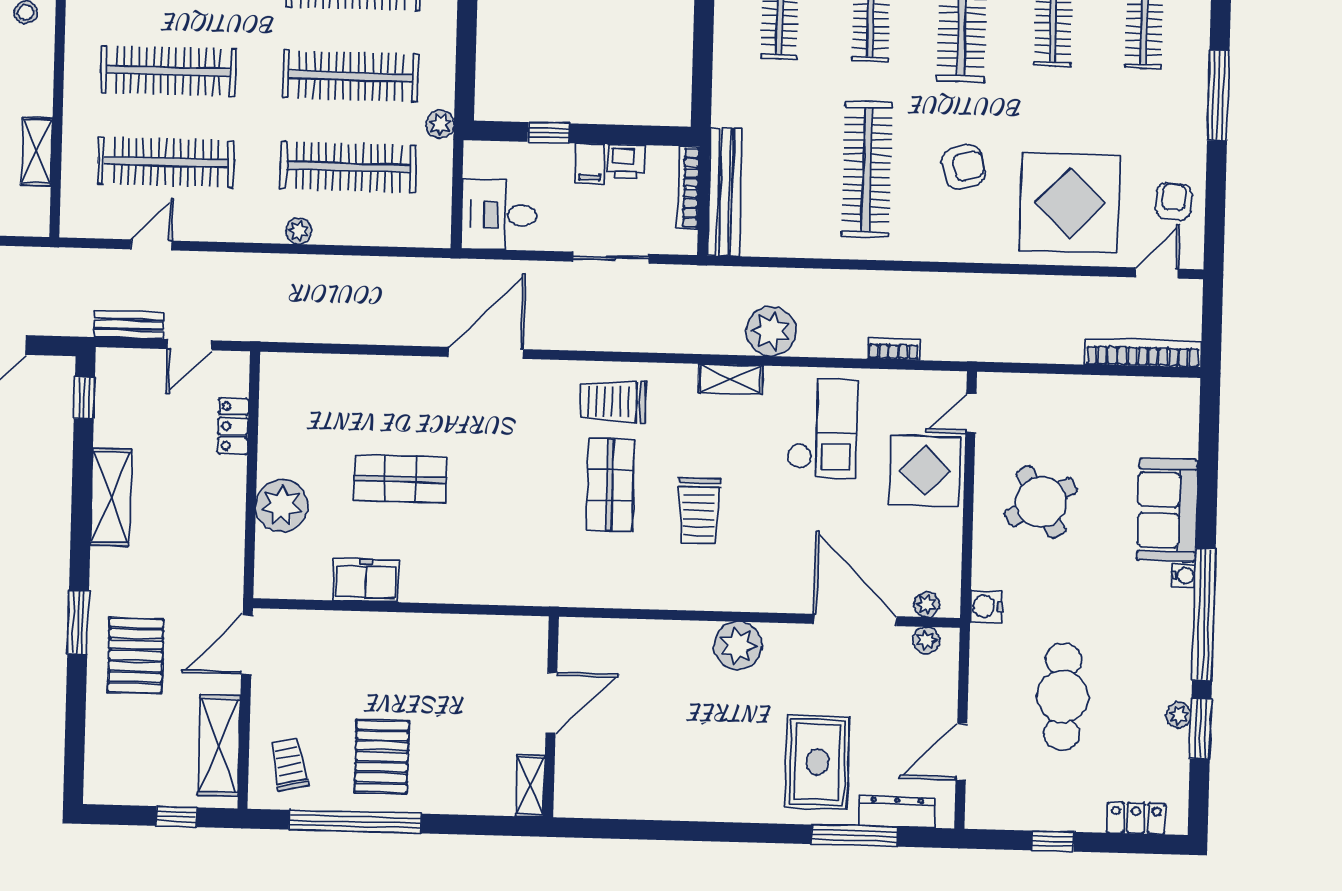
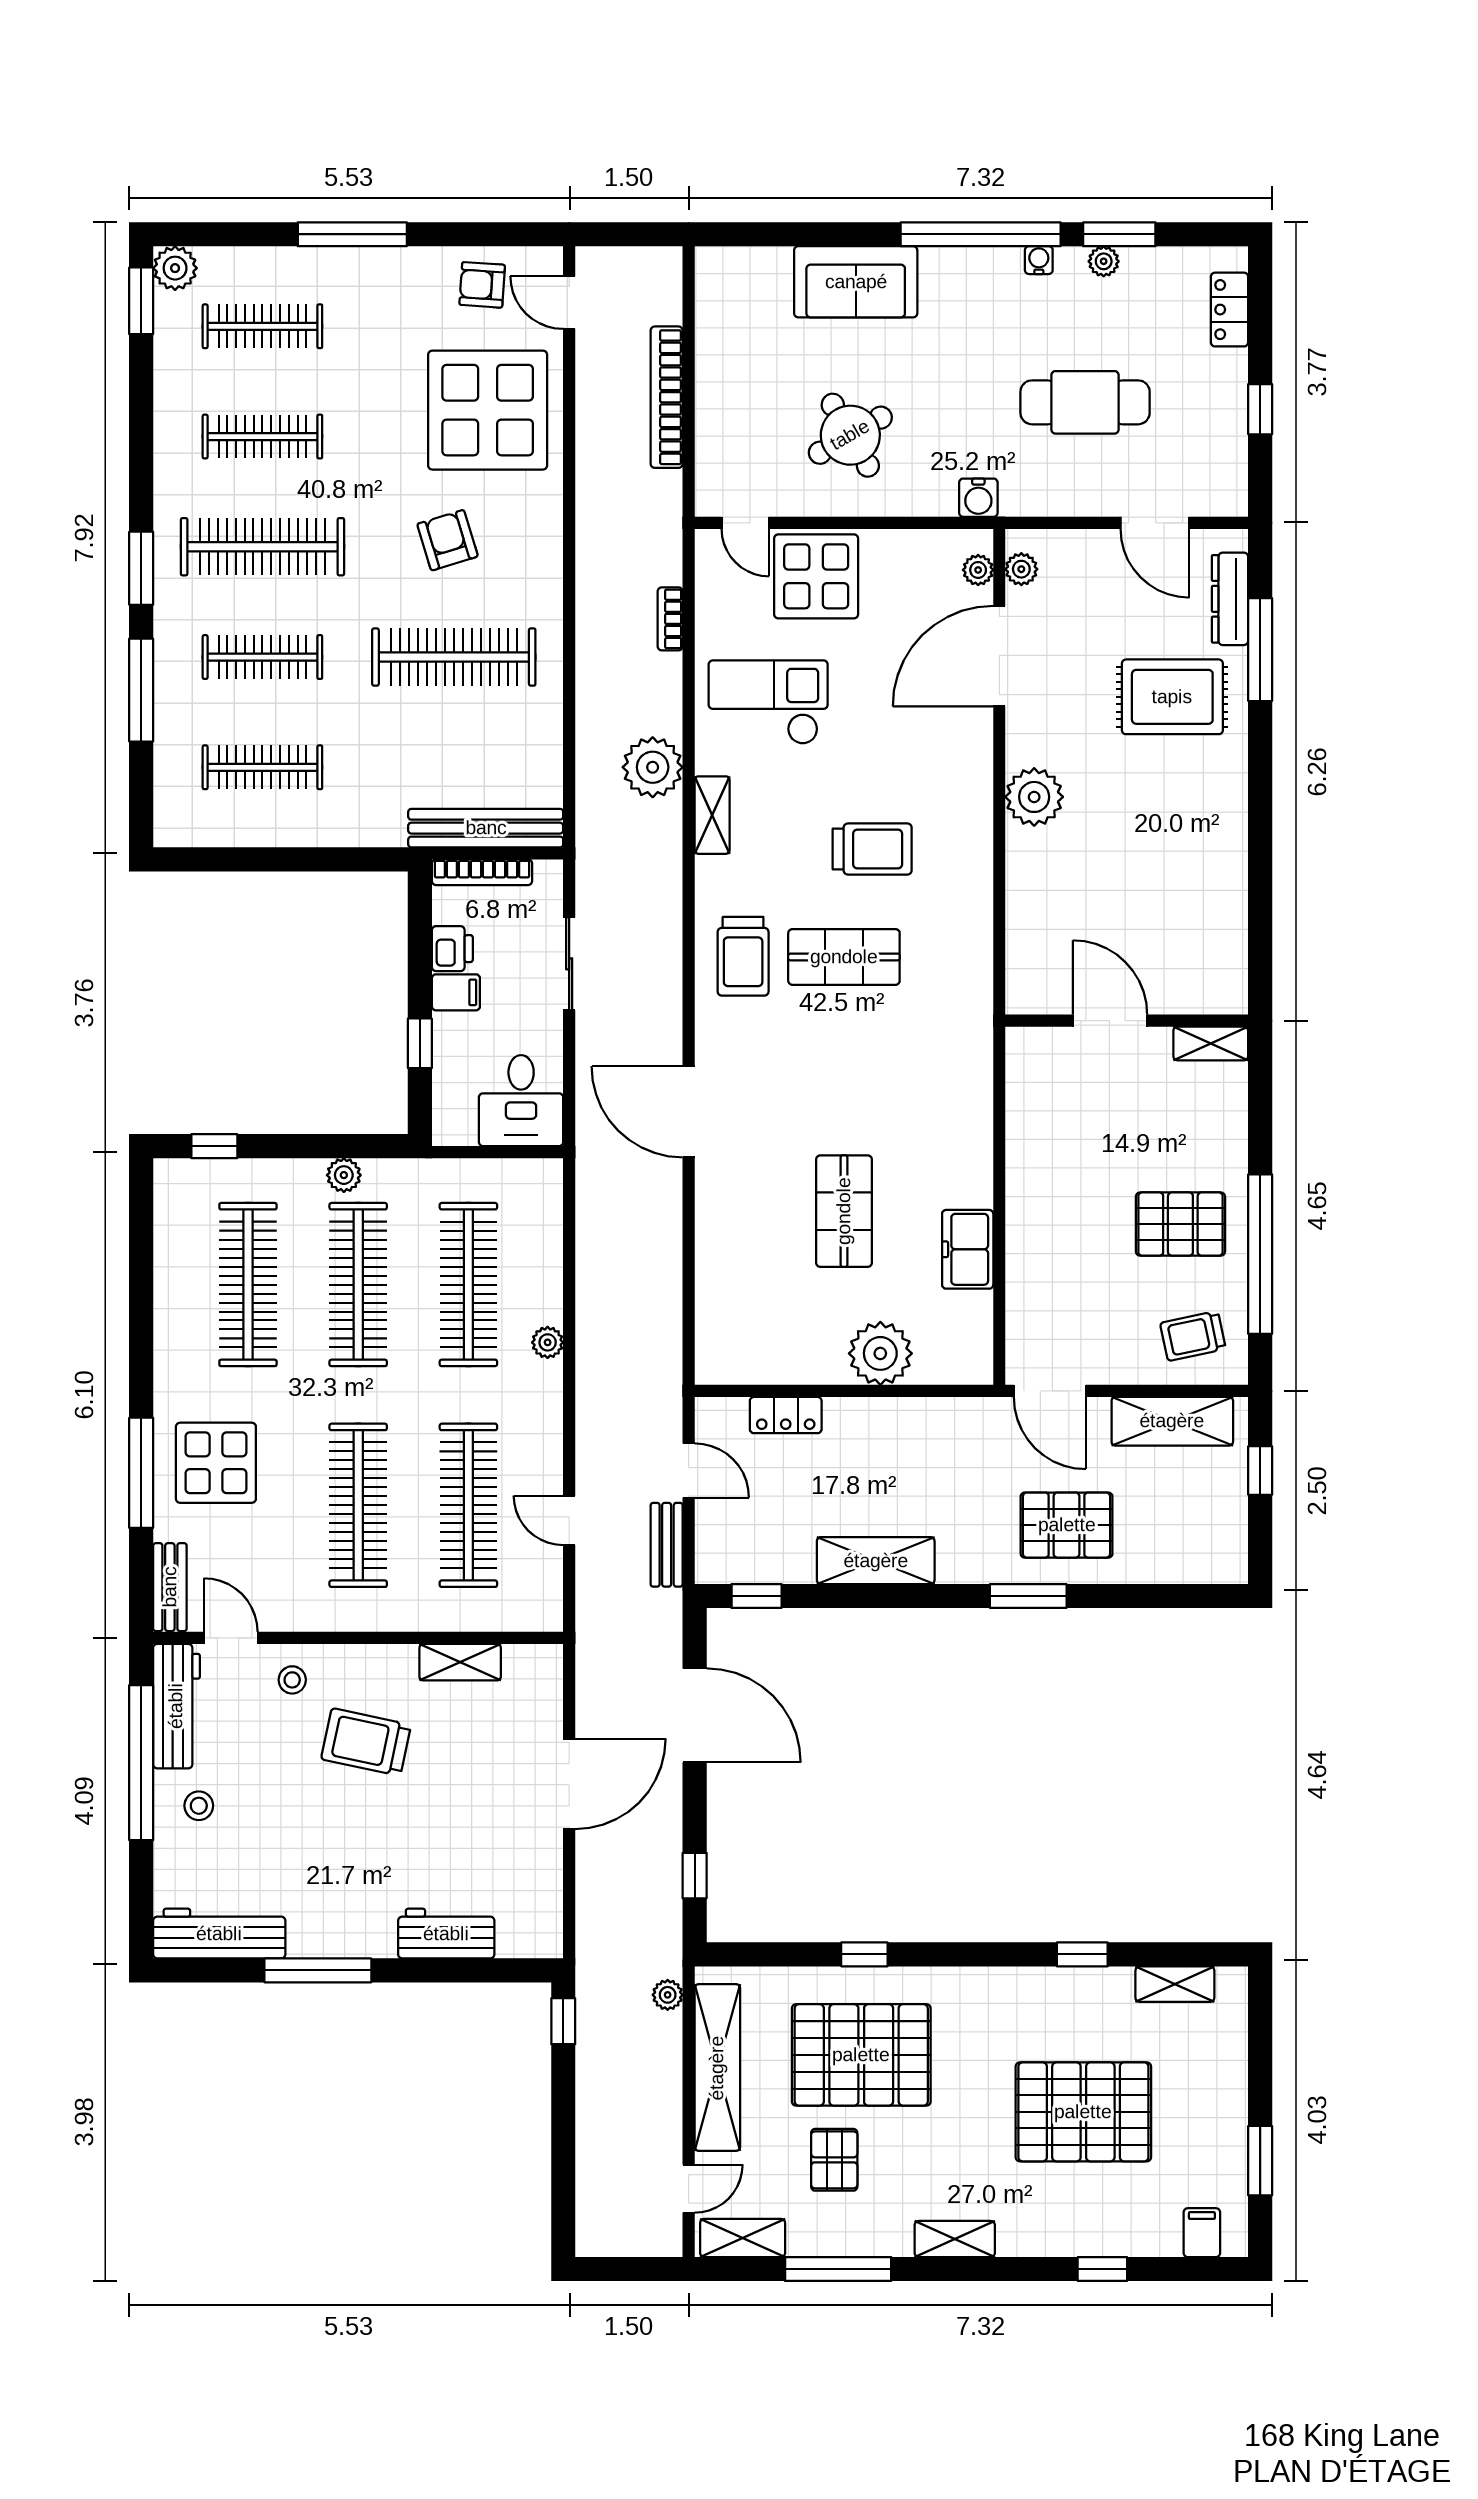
plant: (440, 124) -> (344, 1175), moved
bookcase: (1143, 353) -> (667, 397), moved
water cooler: (1184, 576) -> (1039, 260), moved

